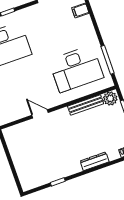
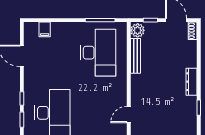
door: (40, 114) -> (129, 115), moved
dresser: (95, 161) -> (192, 82), moved

